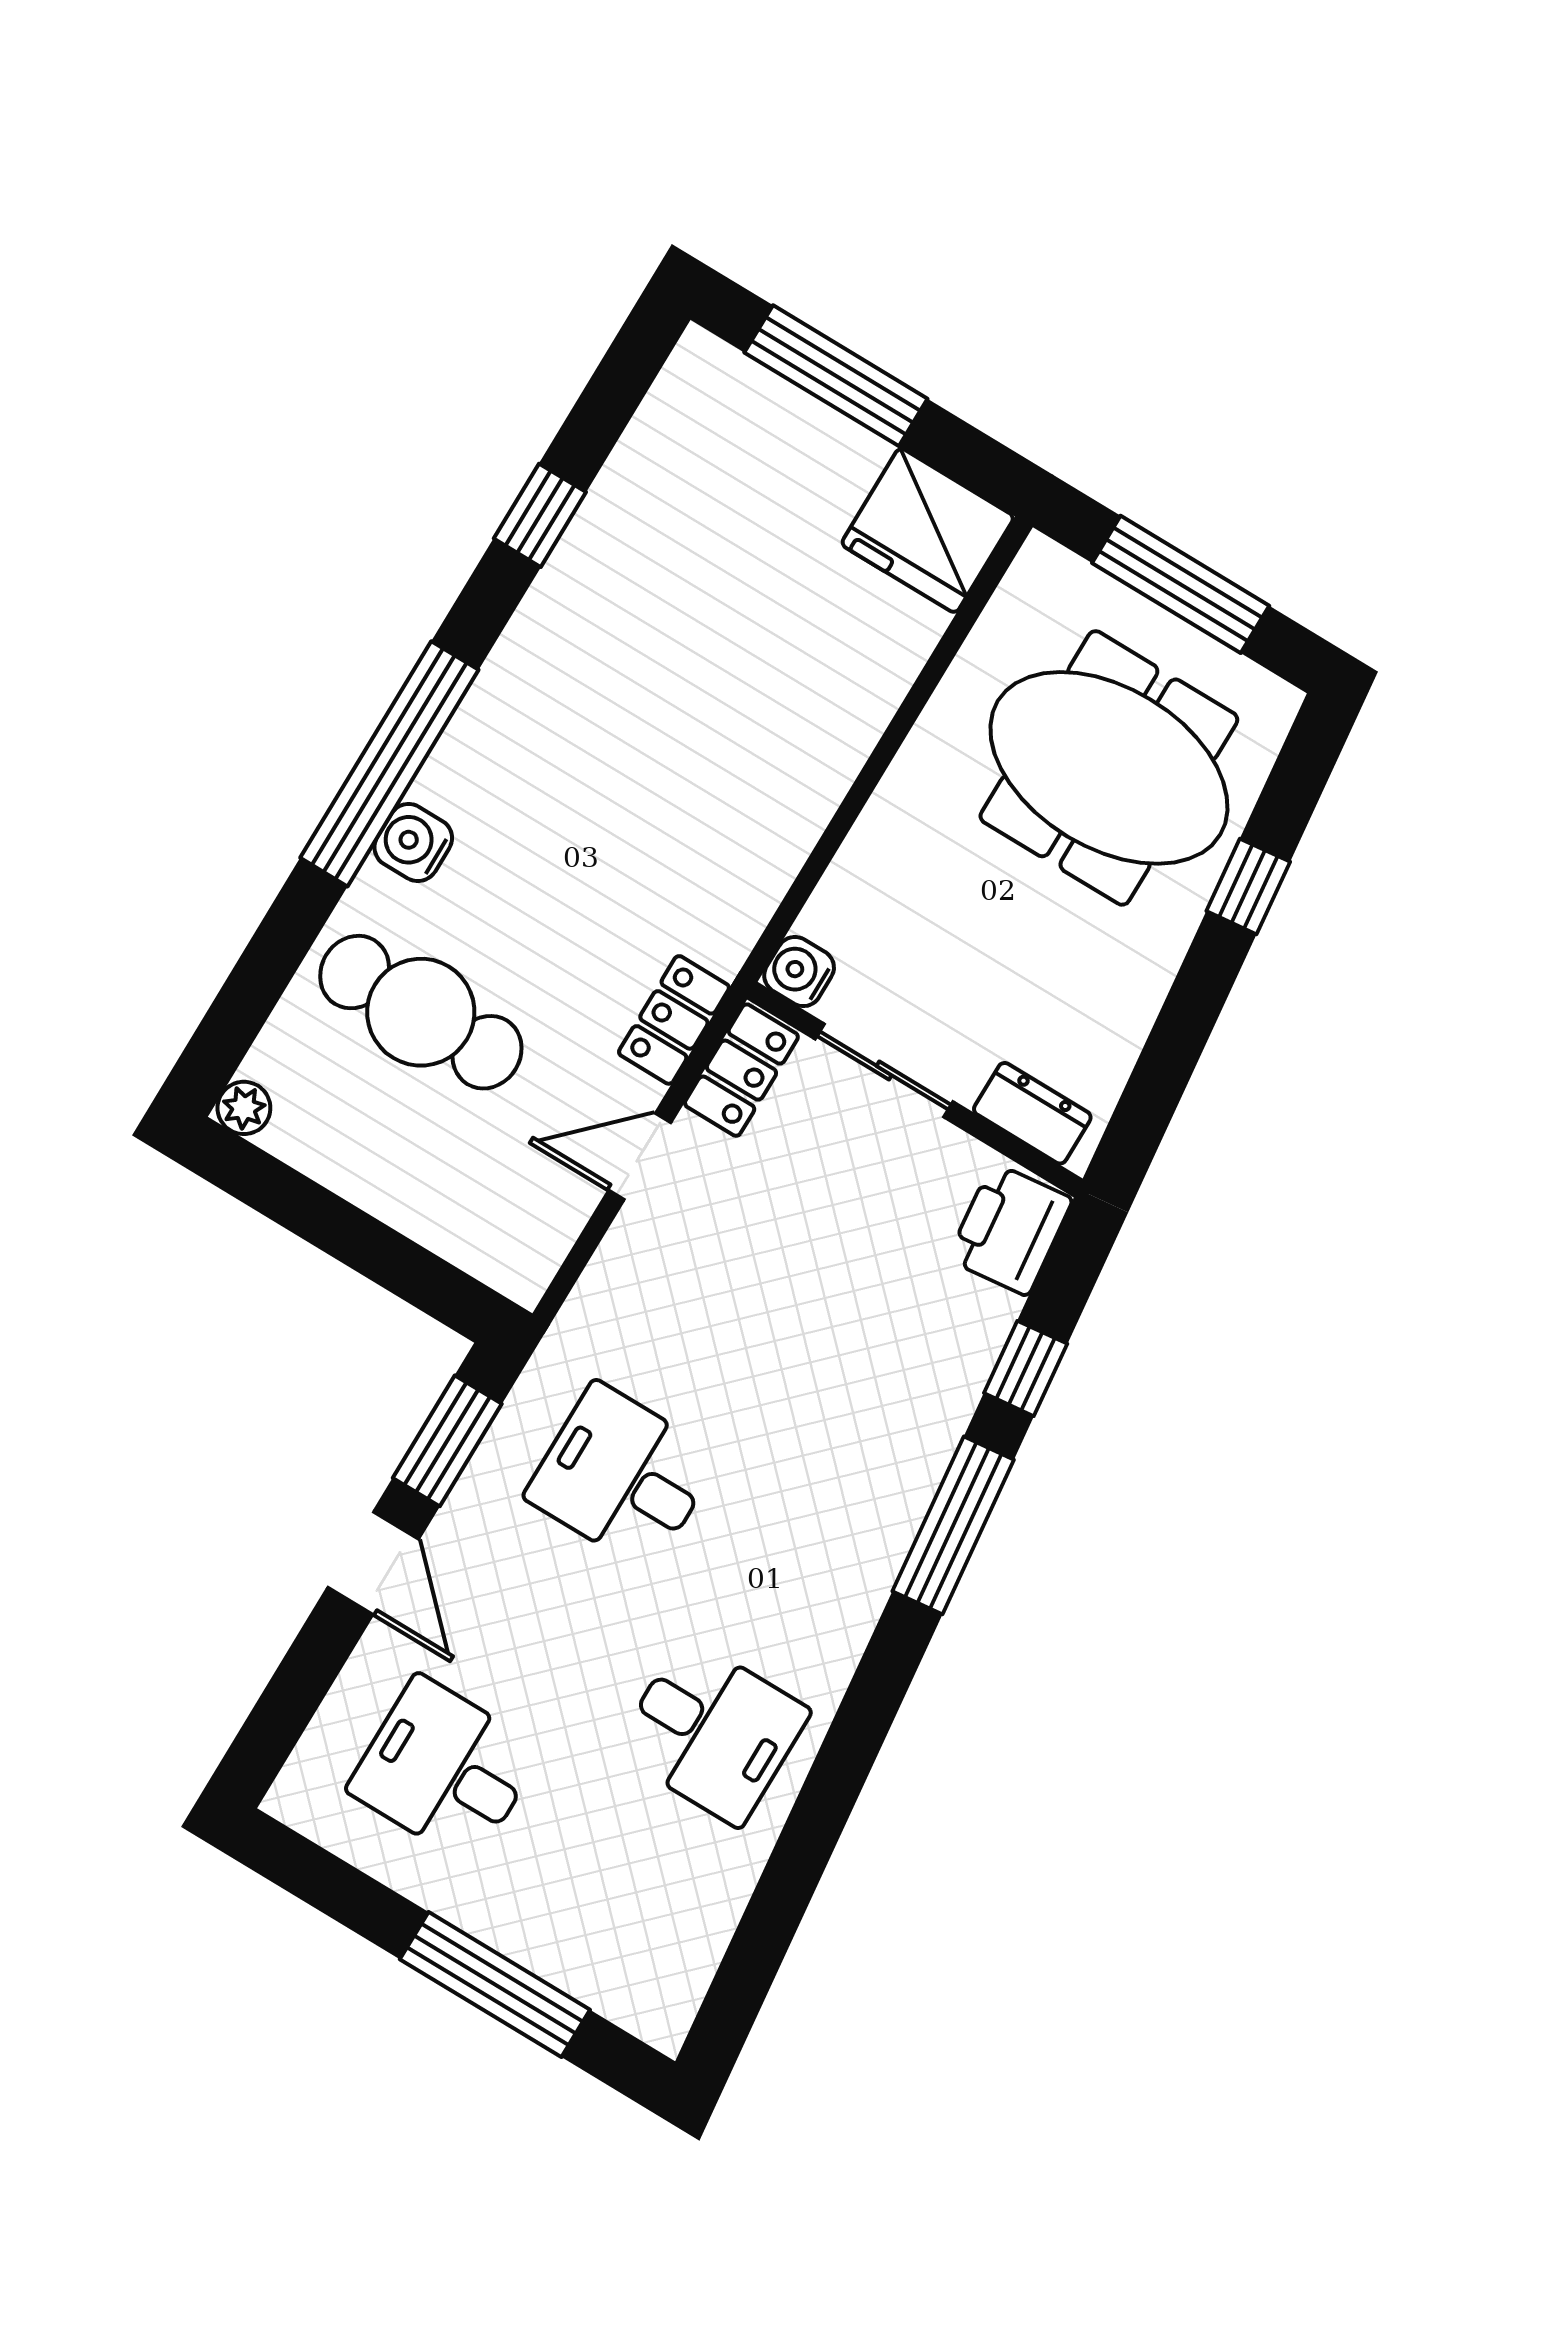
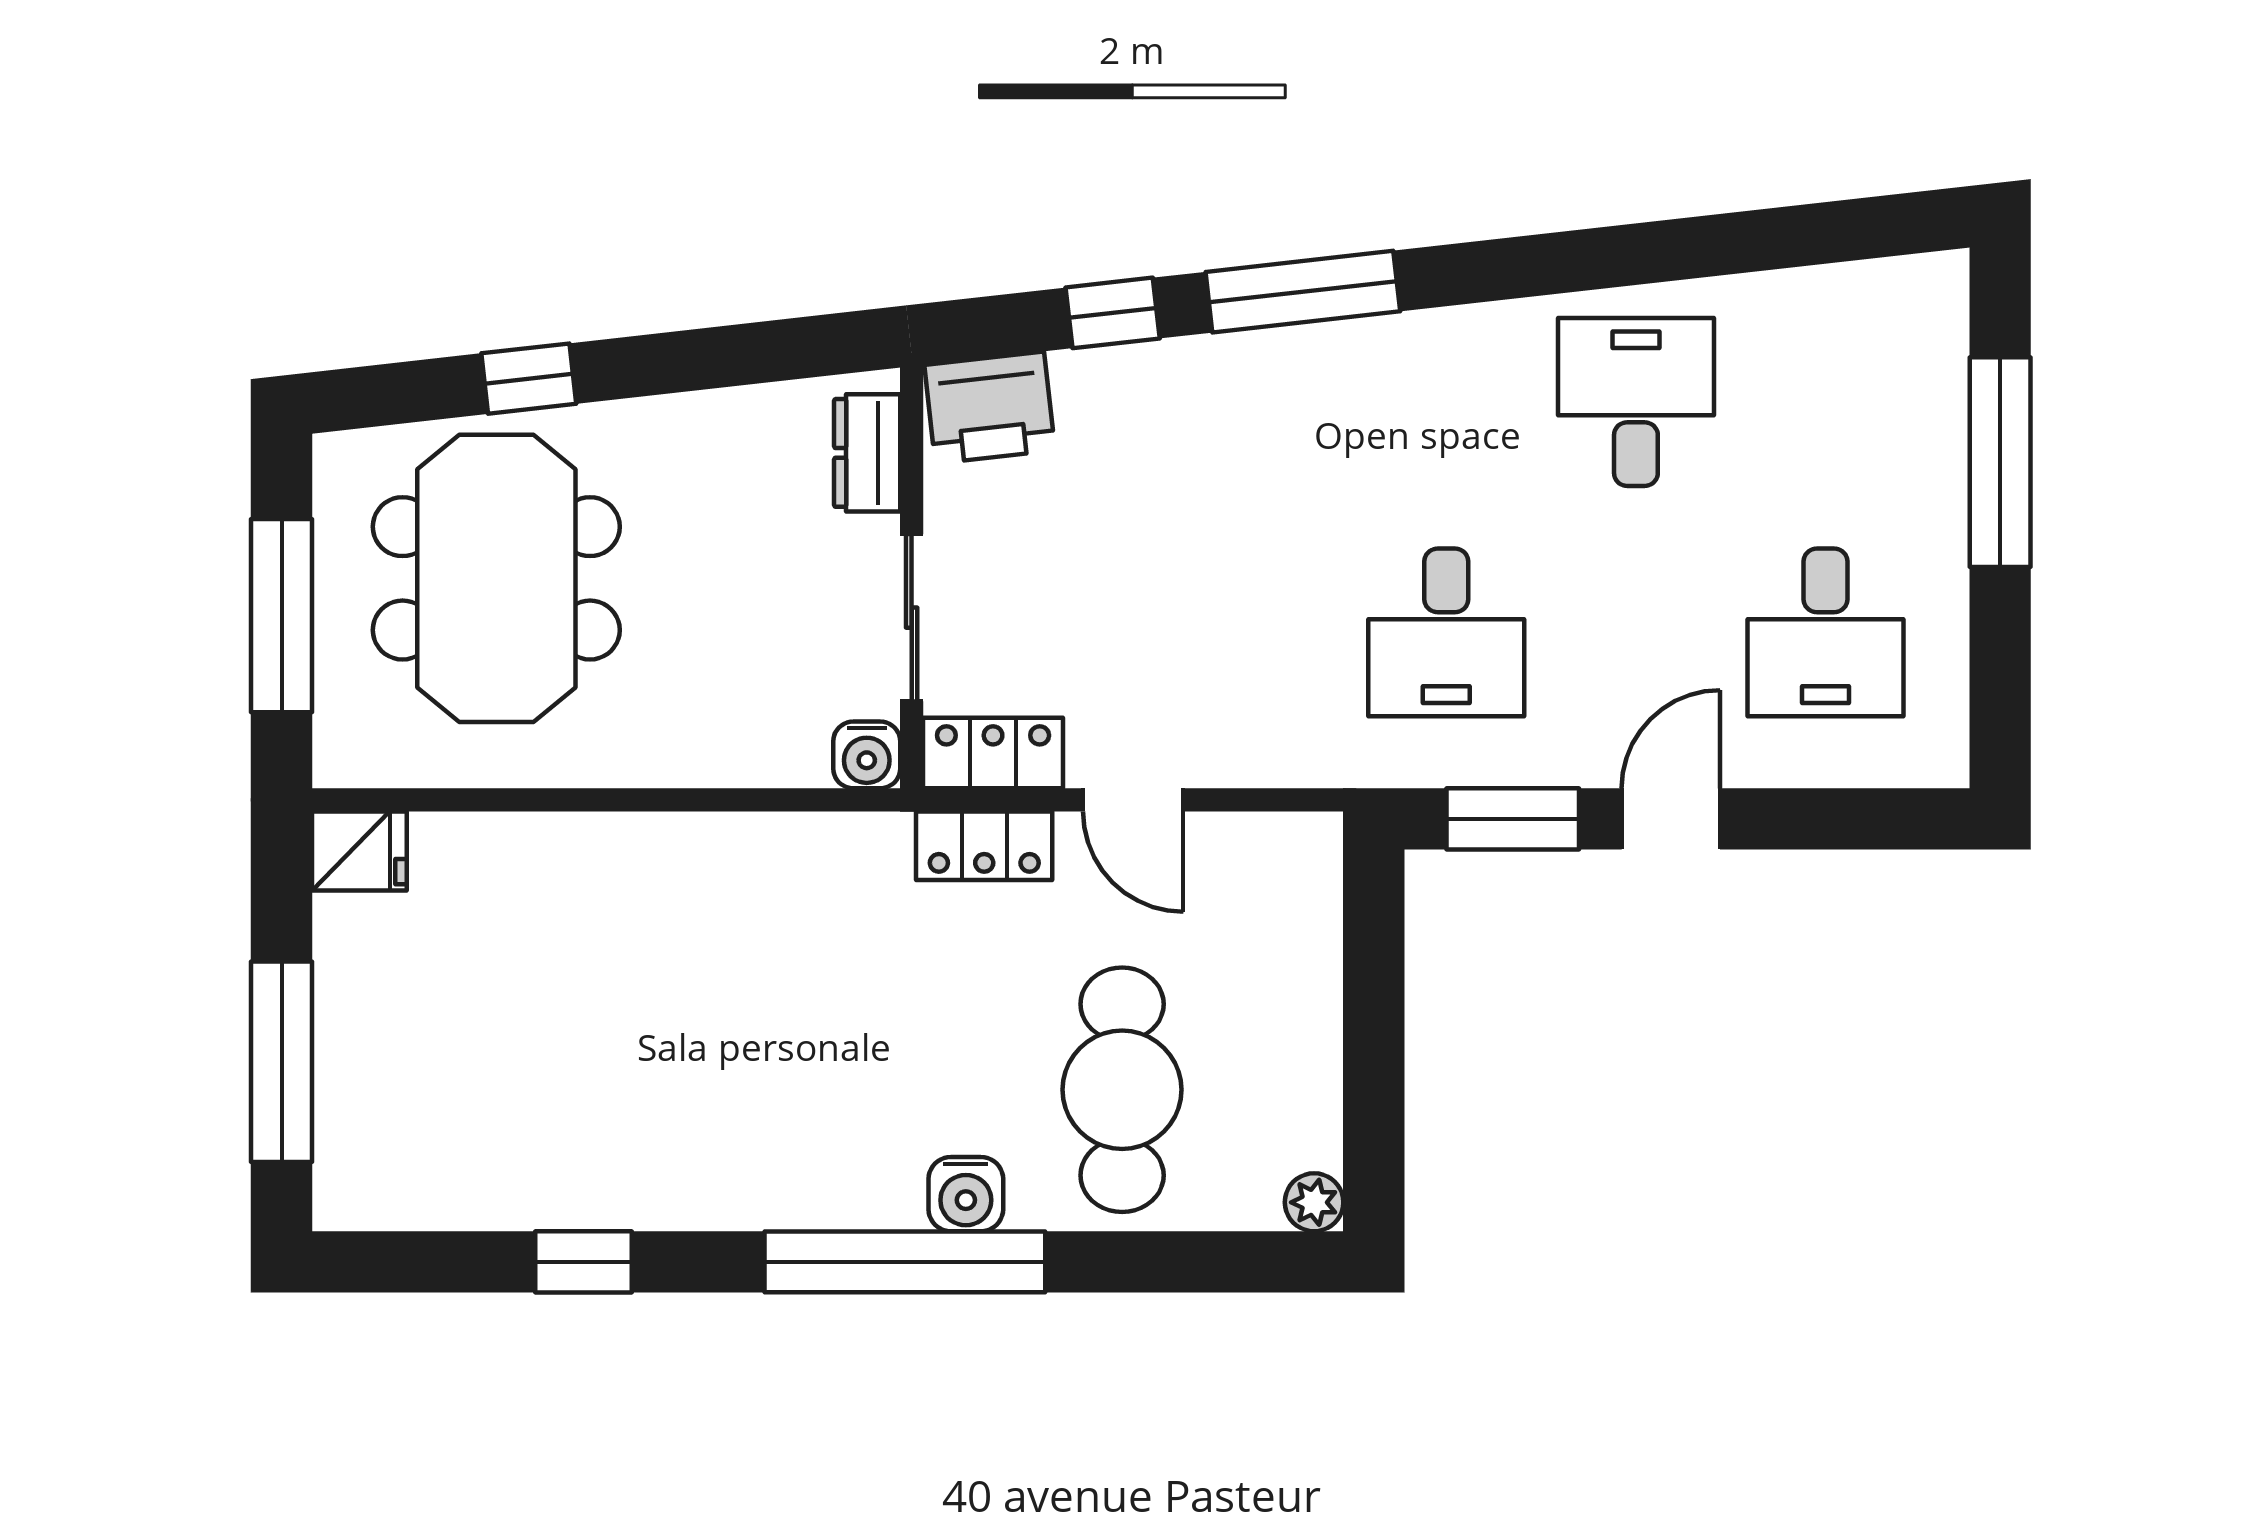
fridge: (928, 530) -> (359, 851), width x0.53, depth x0.75

